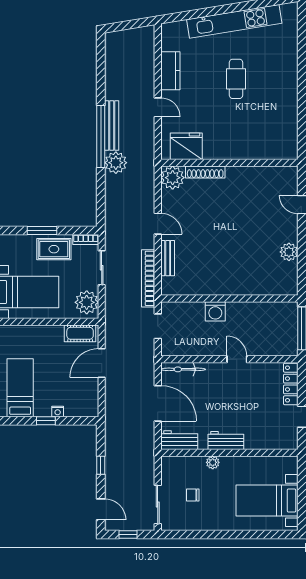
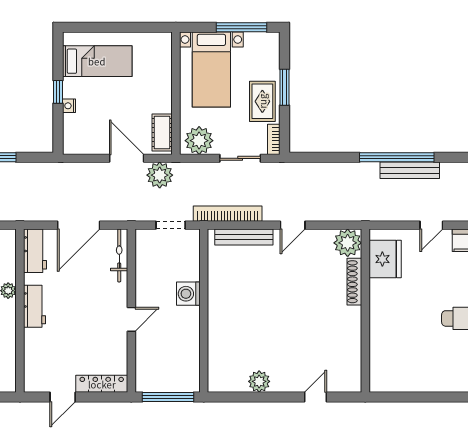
plant: (116, 163) -> (160, 175), moved
bench: (168, 258) -> (244, 237), width x1.36

